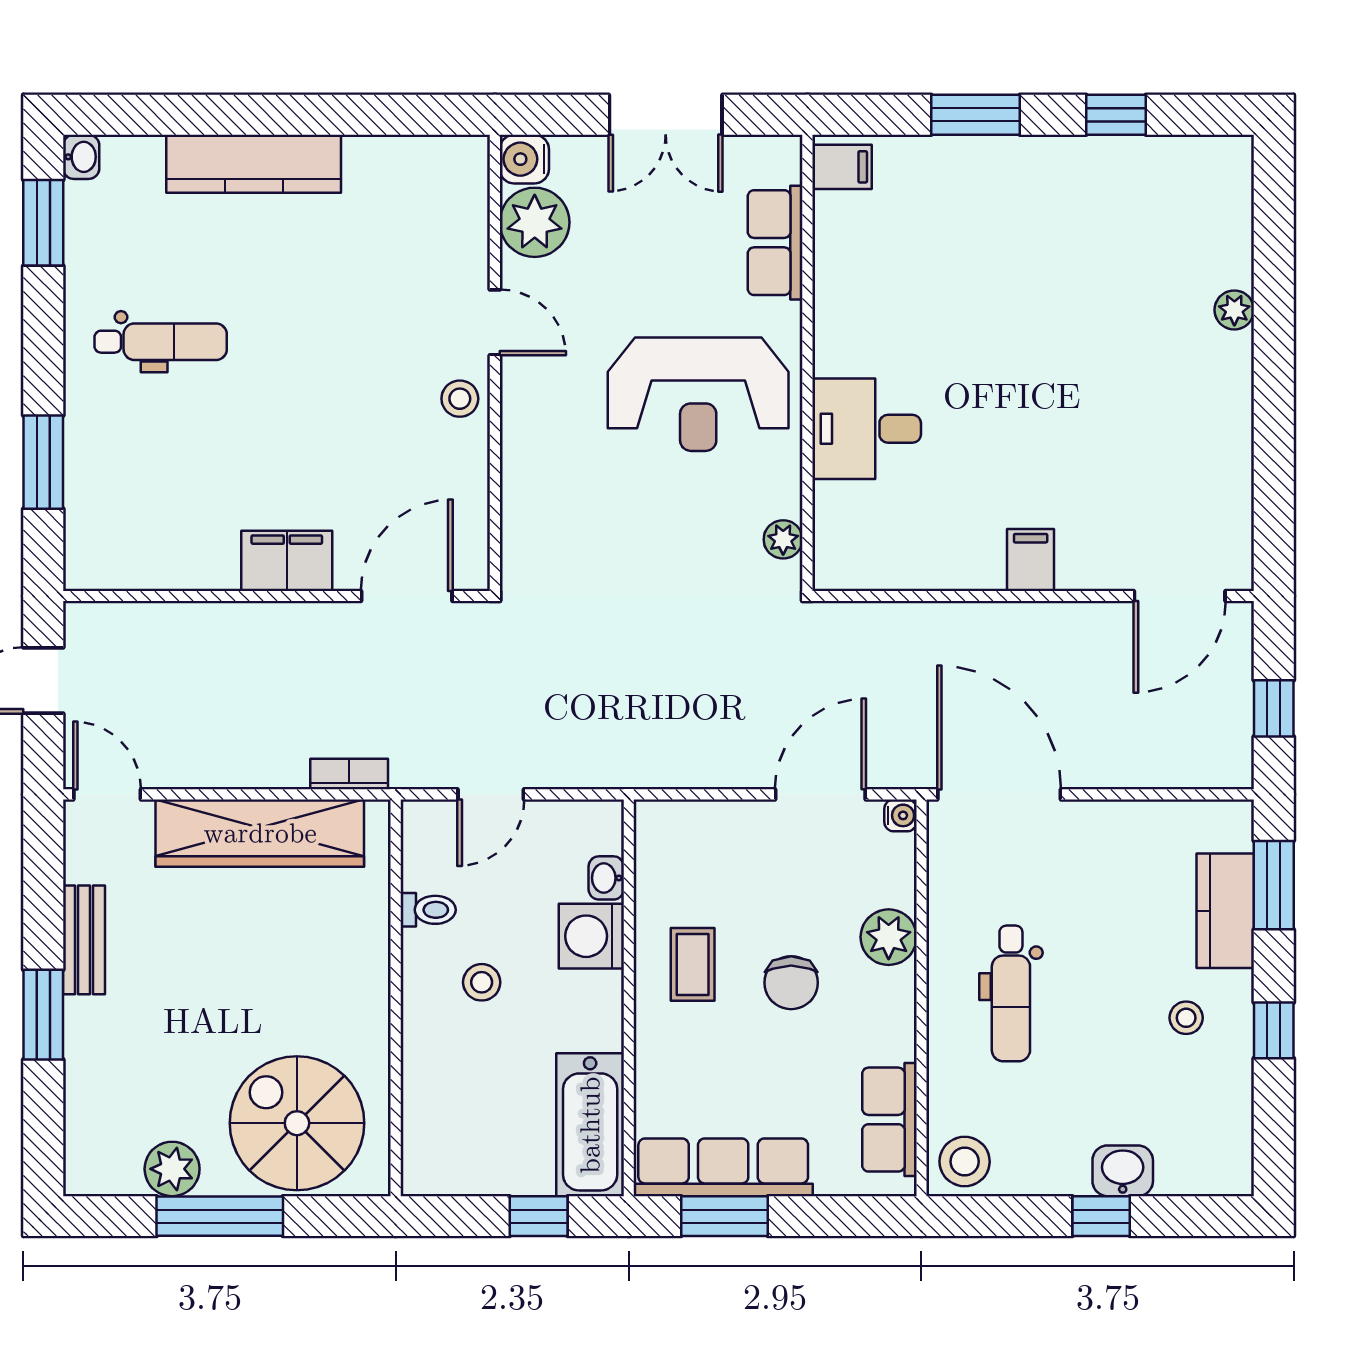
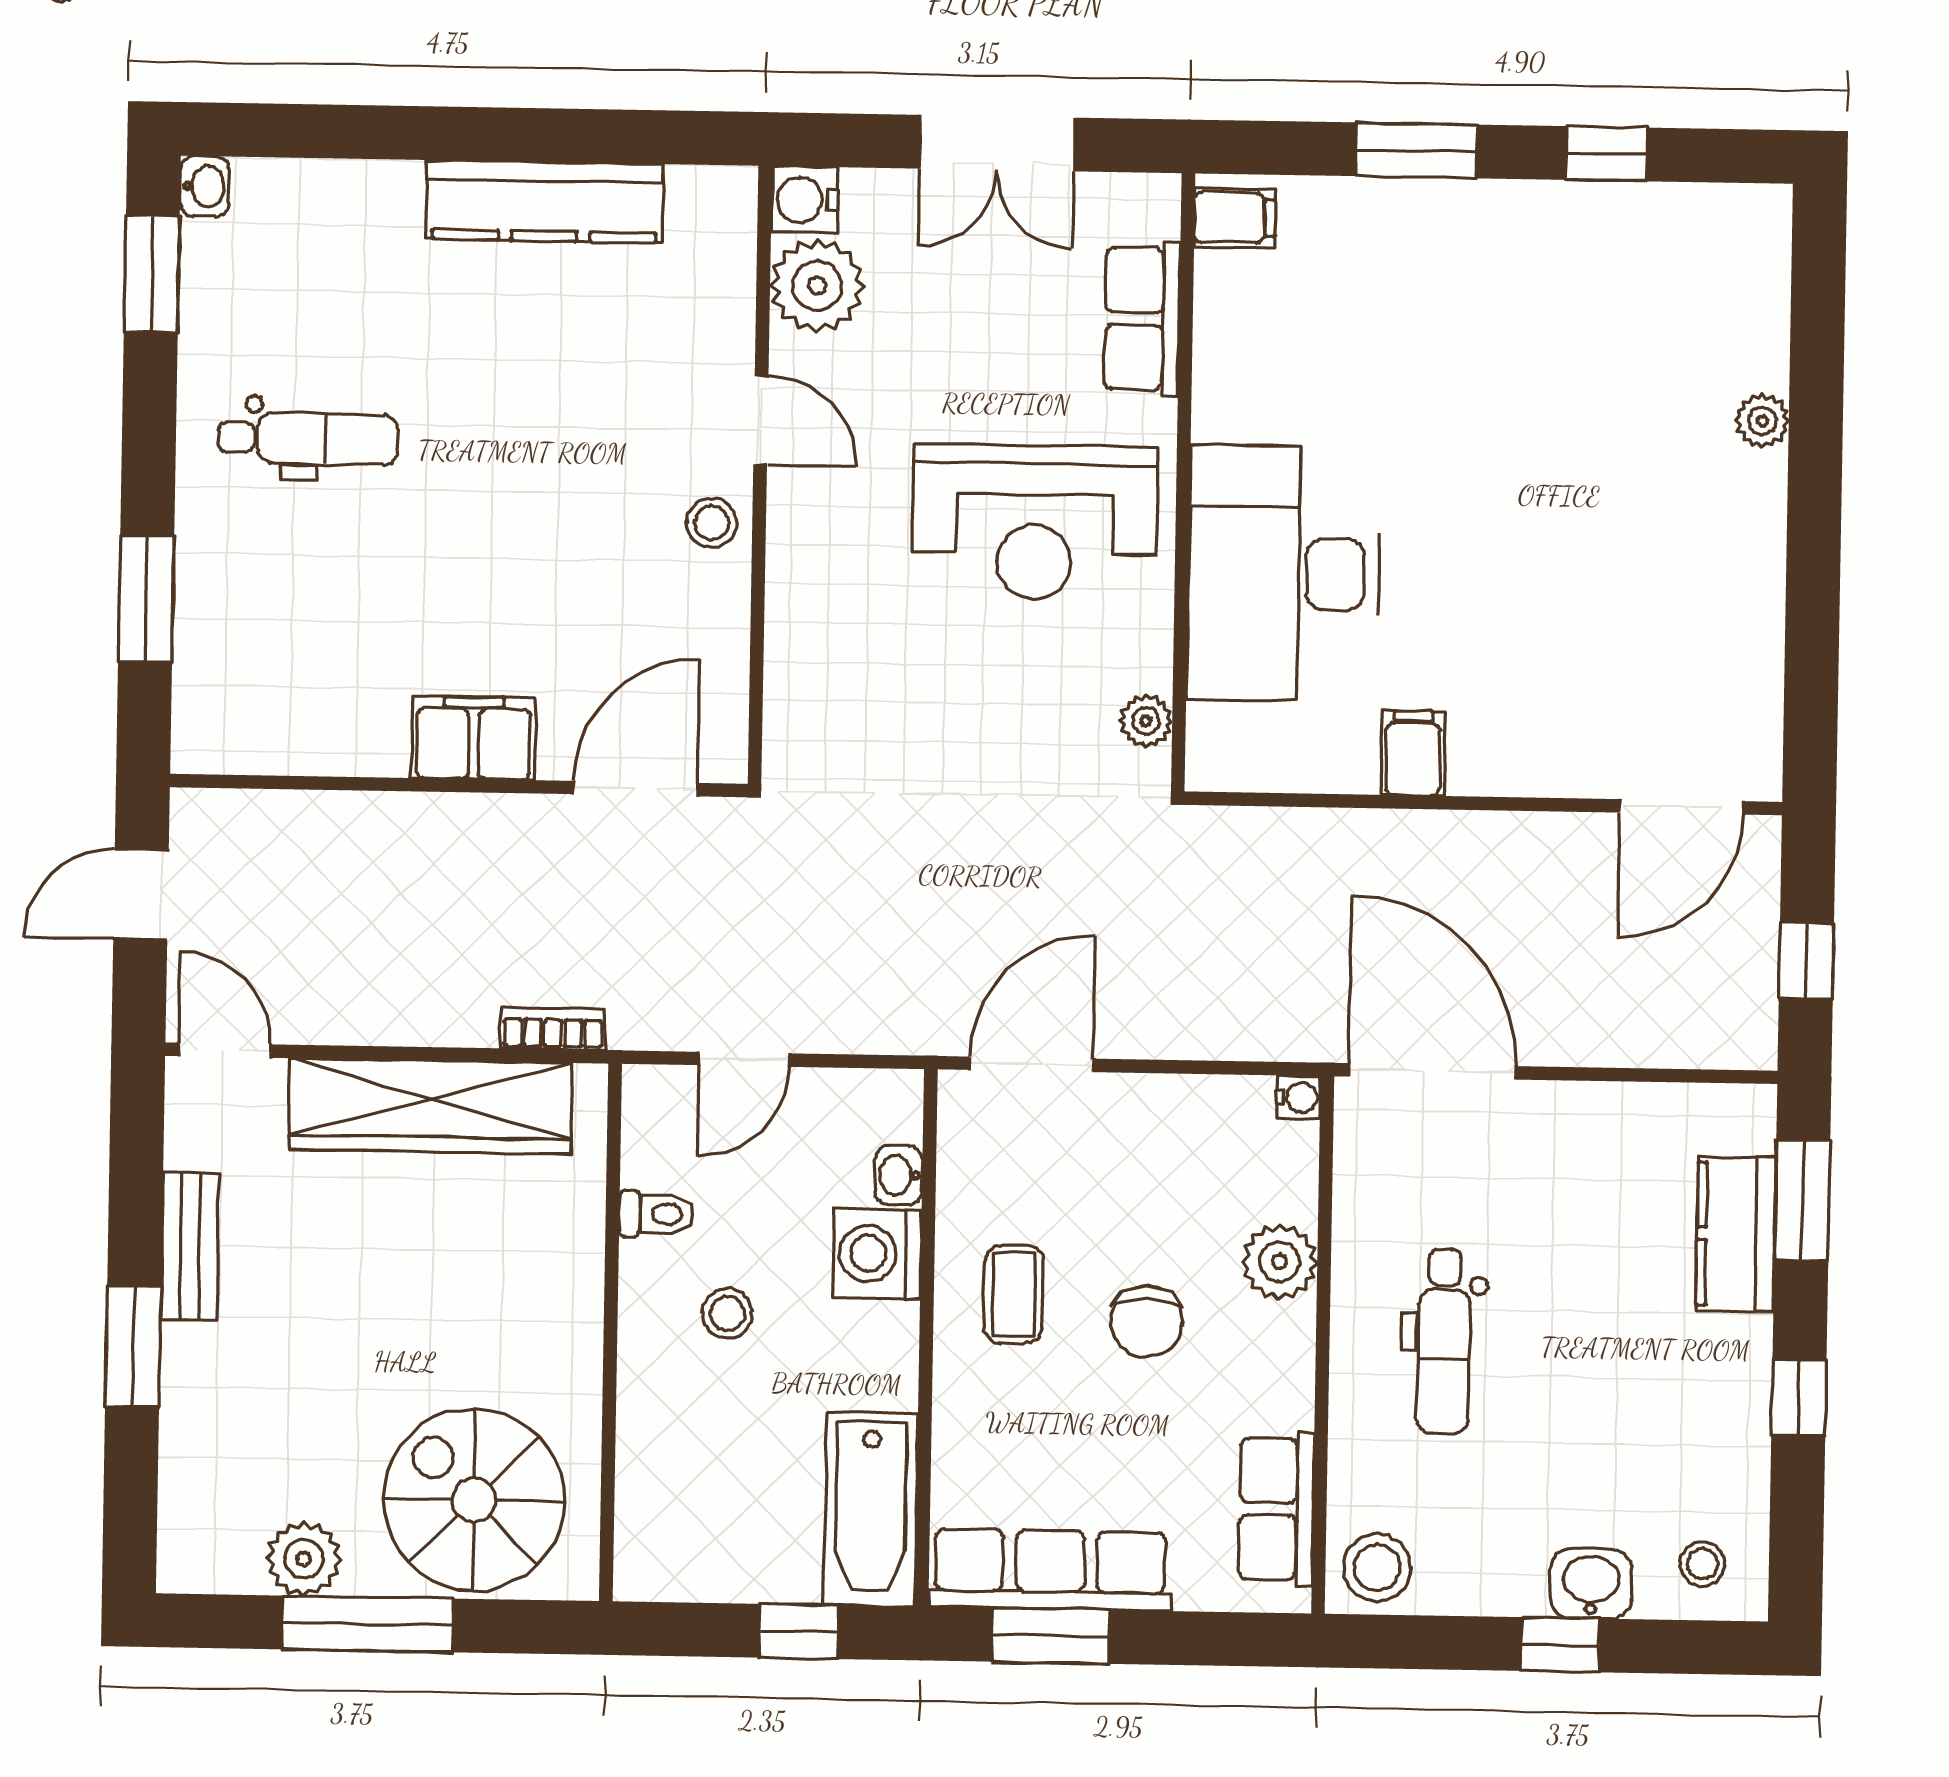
kitchen counter: (254, 164) -> (545, 201), moved
desk: (867, 429) -> (1284, 573), width x1.87, depth x1.30
filing cabinet: (1031, 560) -> (1413, 753), moved
door: (820, 794) -> (1031, 1064), moved
stool: (1186, 1018) -> (1702, 1564), moved

